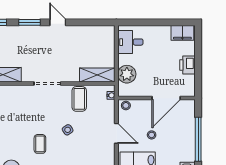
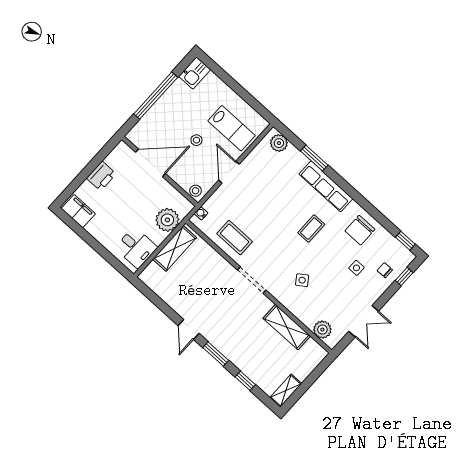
shelving: (97, 75) -> (175, 248), moved, turned 90
coffee table: (79, 99) -> (235, 238), turned 90
side table: (68, 130) -> (302, 280), moved

